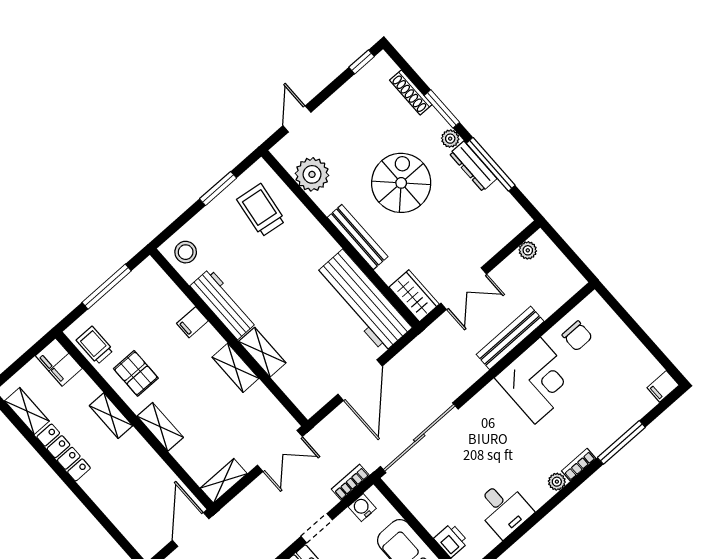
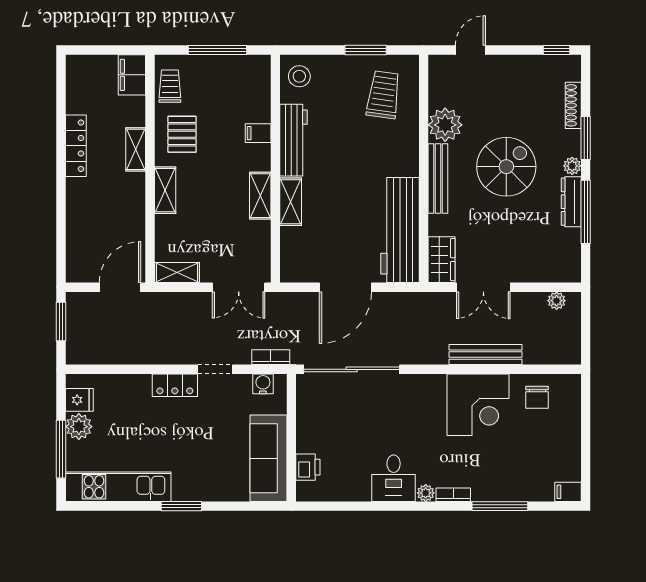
plant: (312, 174) -> (445, 125), moved
shelving: (27, 411) -> (76, 90), removed
desk: (504, 509) -> (394, 478), moved

